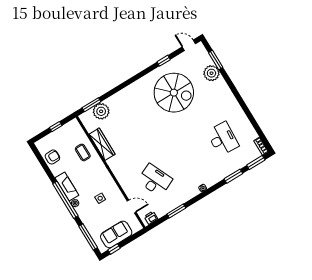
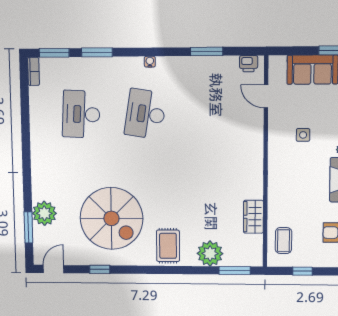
door: (189, 45) -> (53, 269), swing flipped
spiral stairs: (174, 93) -> (111, 218), turned 180
rug: (135, 96) -> (168, 246), added
plant: (101, 111) -> (210, 254), moved
wardrobe: (102, 144) -> (253, 217), width x0.67
coffee table: (83, 152) -> (283, 241), moved
desk: (155, 180) -> (145, 114), moved, turned 33

